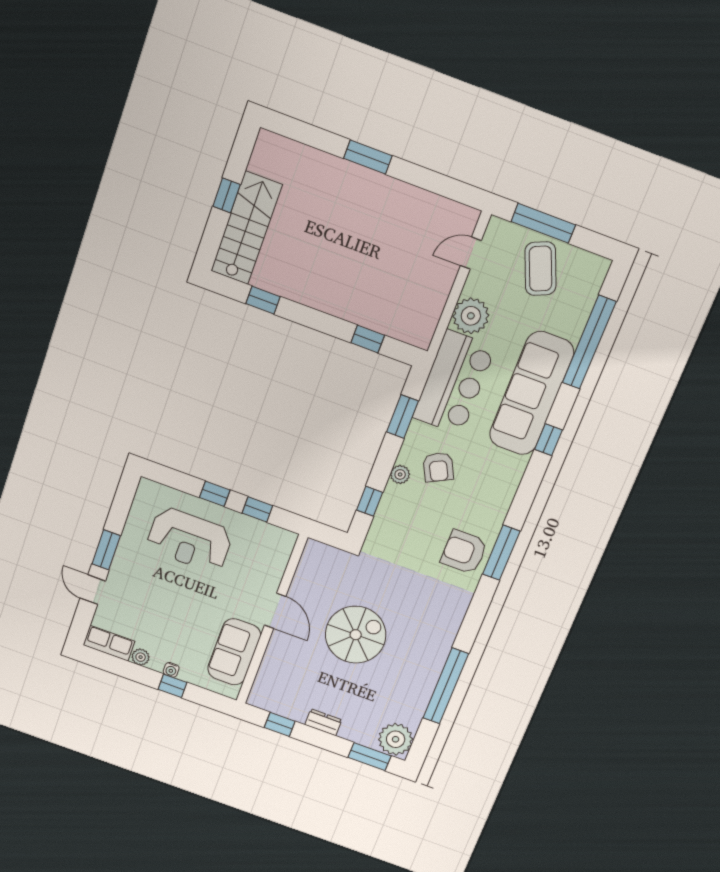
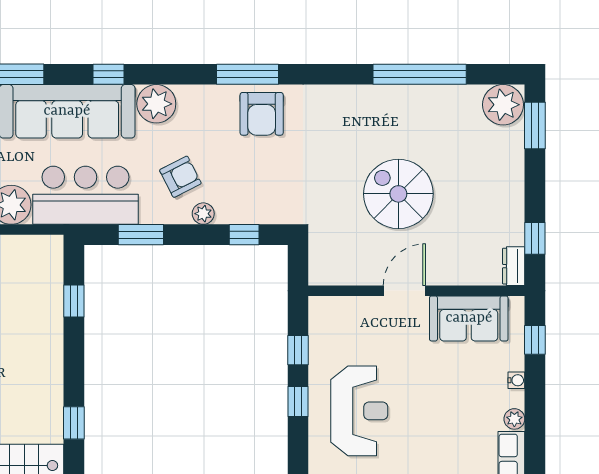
plant: (507, 470) -> (156, 104), added
window: (172, 686) -> (535, 340), moved
dresser: (323, 722) -> (514, 266), moved

